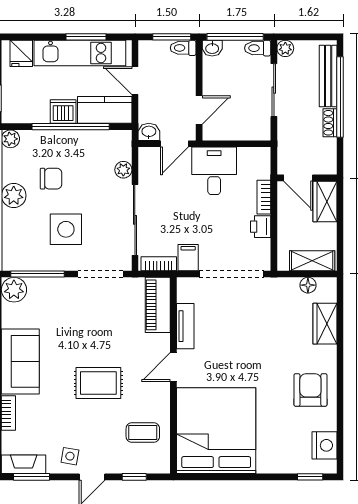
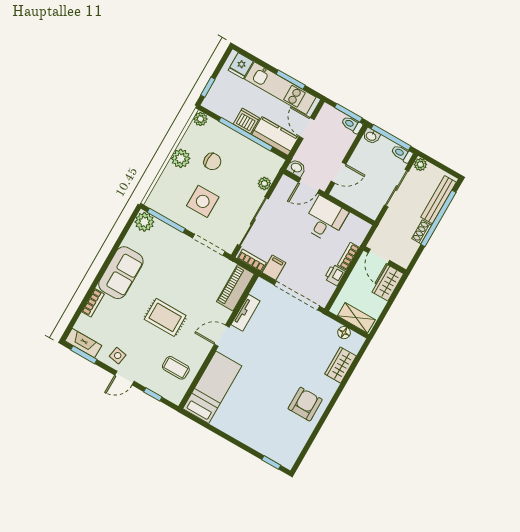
bed: (216, 431) -> (212, 387), width x0.49
nightstand: (324, 445) -> (293, 447), removed

